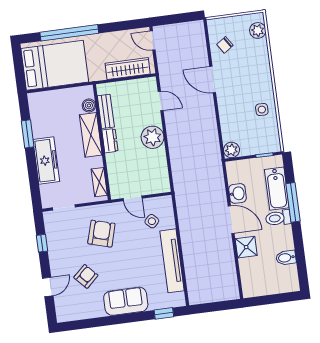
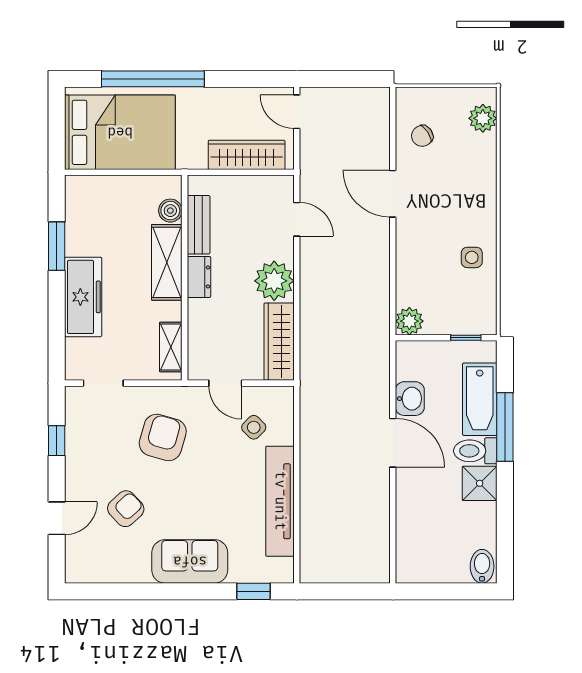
wardrobe: (160, 171) -> (279, 342), added
shower: (246, 247) -> (480, 483), moved
bidet: (286, 258) -> (482, 566), moved, turned 90

